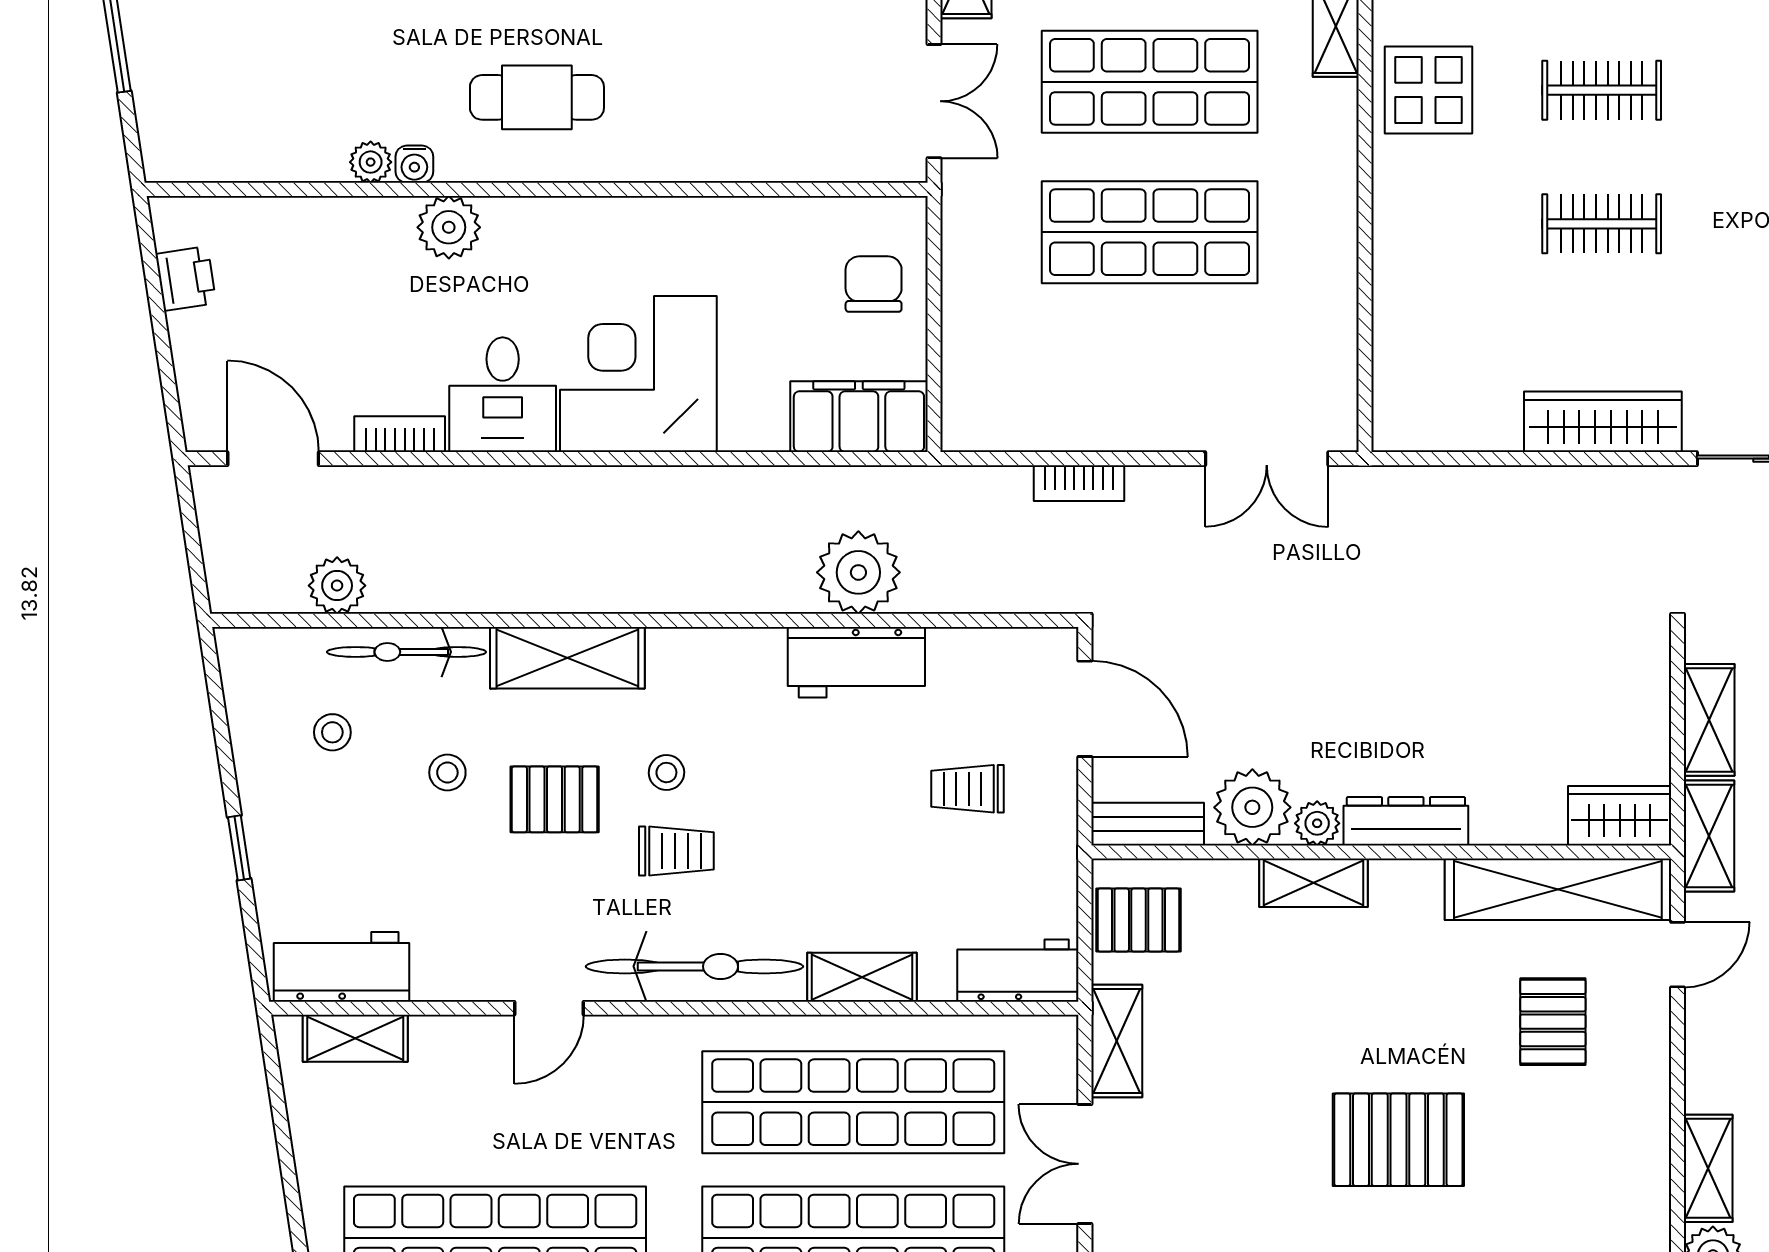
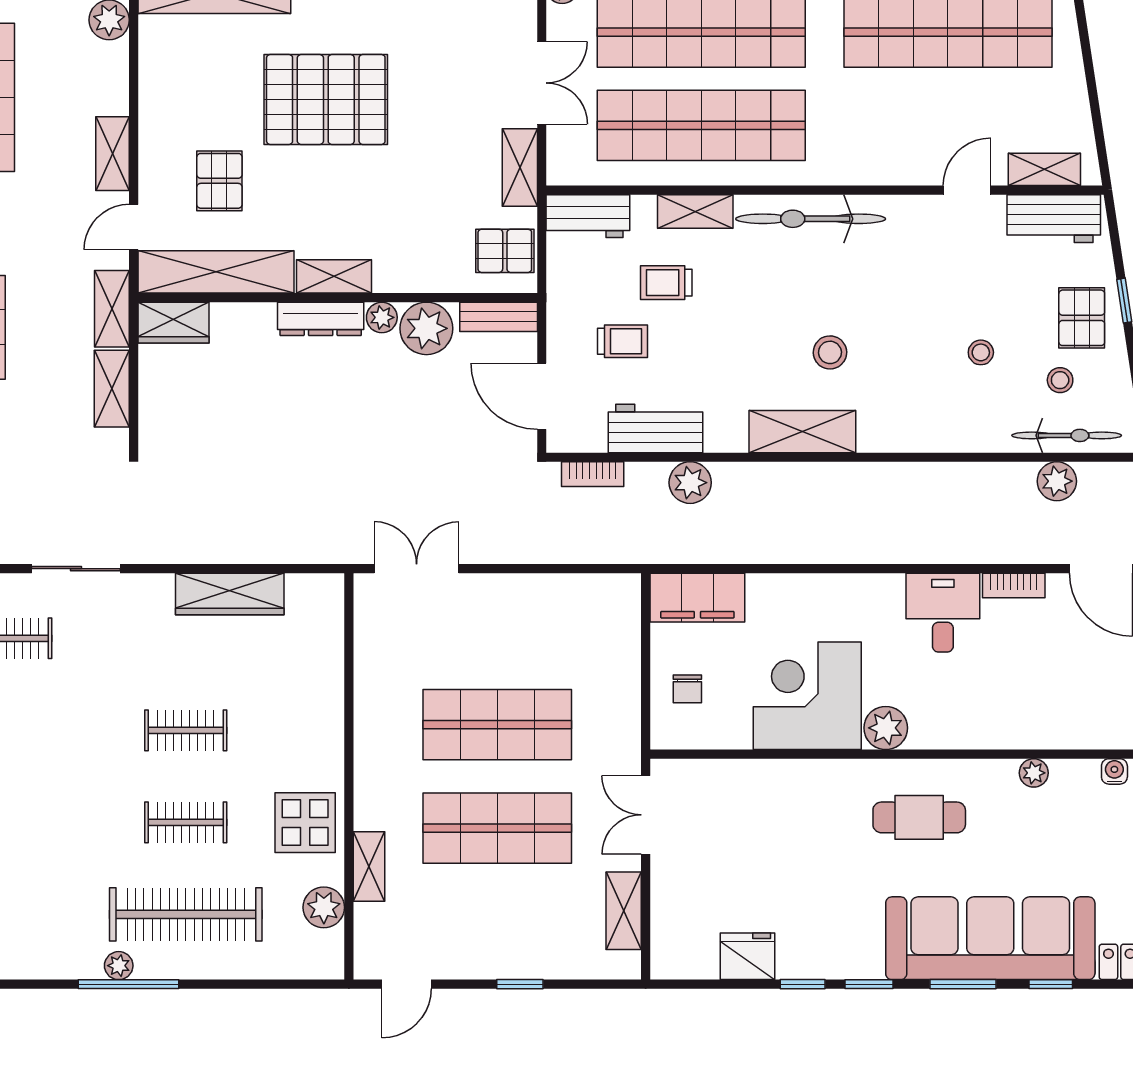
water cooler: (414, 164) -> (1114, 771), moved
plant: (449, 227) -> (886, 728), moved
chair: (874, 284) -> (687, 689), width x0.73, depth x0.73
corner desk: (638, 374) -> (807, 696), moved, turned 180
wardrobe: (1603, 422) -> (230, 594), moved
bookcase: (1079, 483) -> (593, 474), moved, turned 180
plant: (858, 572) -> (690, 483), width x0.73, depth x0.73
bicycle: (406, 652) -> (1067, 435), moved
shelving: (567, 658) -> (802, 432), moved
workbench: (856, 662) -> (655, 428), moved
stool: (666, 773) -> (830, 352), width x1.37, depth x1.37
pallet: (555, 799) -> (1082, 318), moved, turned 90
trolley: (676, 851) -> (666, 283), moved
shelving: (1314, 883) -> (334, 276), moved
door: (549, 1008) -> (967, 190), moved
pallet: (1398, 1140) -> (326, 99), width x1.37, depth x1.41
shelving: (1708, 1168) -> (112, 154), moved

